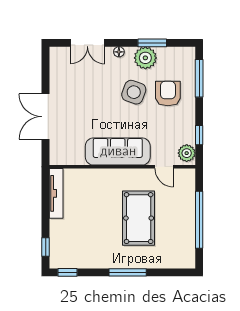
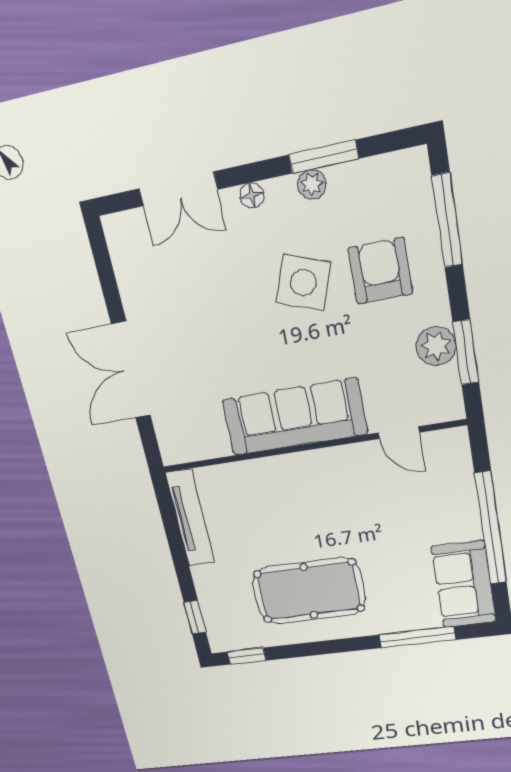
plant: (145, 58) -> (312, 184), width x0.53, depth x0.53
window: (199, 135) -> (466, 352), width x1.50
plant: (187, 153) -> (436, 346), moved
pool table: (139, 218) -> (309, 591), moved, turned 90
sofa: (183, 247) -> (464, 584), added
window: (128, 272) -> (417, 637), moved

